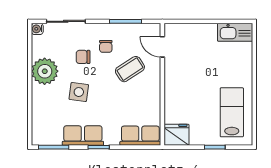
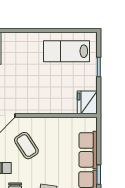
row of seats: (140, 136) -> (88, 150), moved

